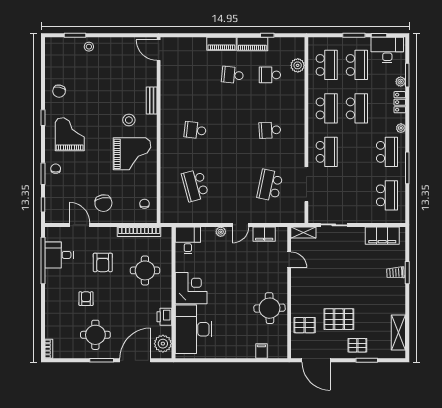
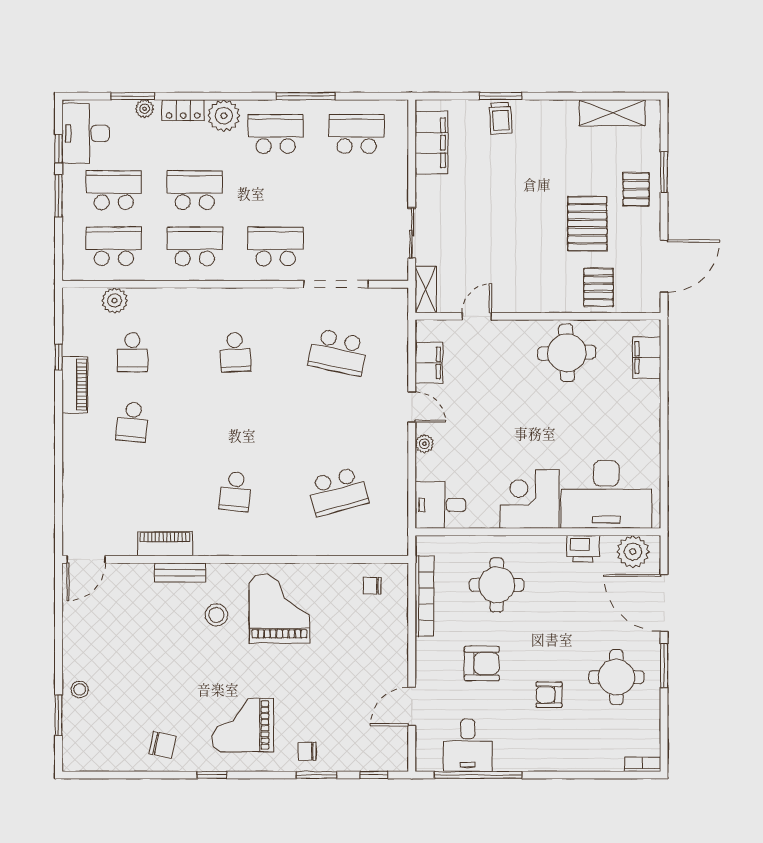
piano: (221, 44) -> (165, 544), moved, turned -90
plant: (401, 128) -> (224, 116), width x1.88, depth x1.88
chair: (103, 203) -> (371, 662), removed
filing cabinet: (261, 351) -> (647, 357), width x2.00

